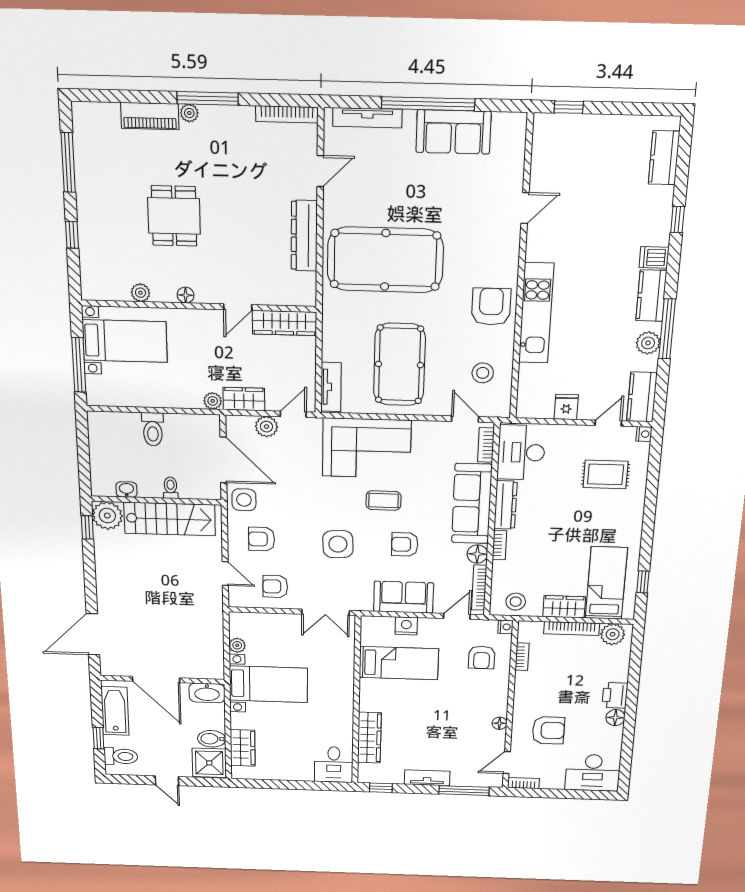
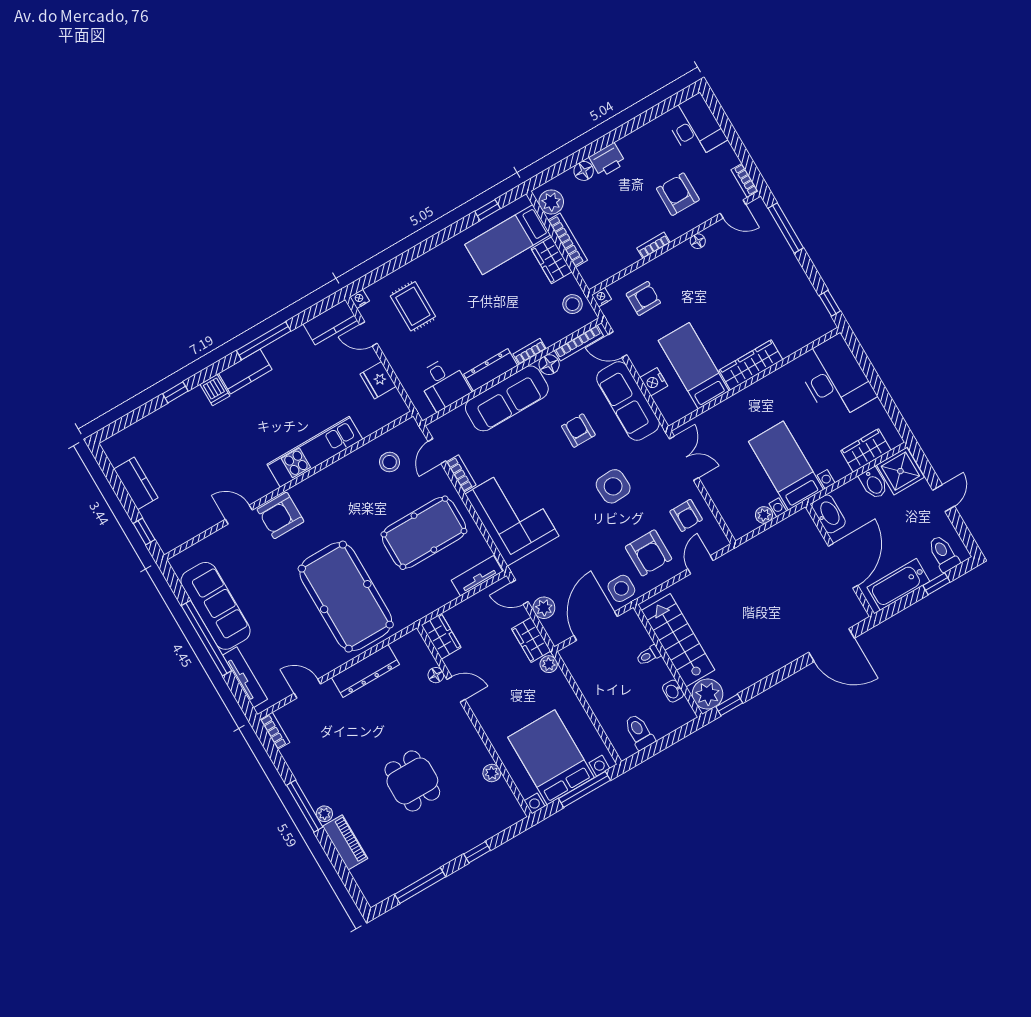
bookcase: (287, 114) -> (275, 731), width x0.64
sofa: (453, 132) -> (216, 606), width x1.36
kitchen counter: (664, 158) -> (136, 483), moved, turned -90
dining table: (174, 216) -> (412, 781), turned 90
floor lamp: (186, 295) -> (436, 675), moved
armchair: (491, 307) -> (281, 515), moved
wardrobe: (284, 323) -> (441, 636), width x0.67
bed with nightstands: (125, 341) -> (551, 757), width x1.36
plant: (648, 343) -> (284, 348), removed
fridge: (566, 407) -> (378, 380), width x1.38
toilet: (153, 429) -> (639, 732), moved, turned -90
bookcase: (486, 445) -> (461, 474), moved, turned -90
desk: (521, 452) -> (444, 384), width x0.73
coffee table: (383, 501) -> (550, 473), removed
armchair: (262, 539) -> (649, 553), width x1.38, depth x1.38
armchair: (405, 544) -> (578, 431), turned 180
sofa: (404, 597) -> (628, 401), width x1.36
bookcase: (522, 657) -> (654, 245), moved
floor lamp: (615, 718) -> (584, 171), moved
wardrobe: (369, 738) -> (751, 365), moved
desk: (334, 764) -> (835, 378), width x1.87, depth x1.30
tv unit: (427, 778) -> (793, 269), removed

